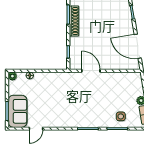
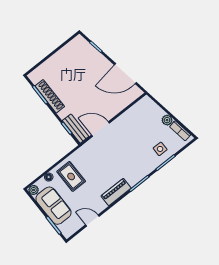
bench: (74, 57) -> (76, 129), added
rug: (45, 87) -> (71, 176), added
sofa: (18, 111) -> (53, 206), moved
piano: (68, 122) -> (116, 192), added
door: (36, 129) -> (92, 221), swing flipped

